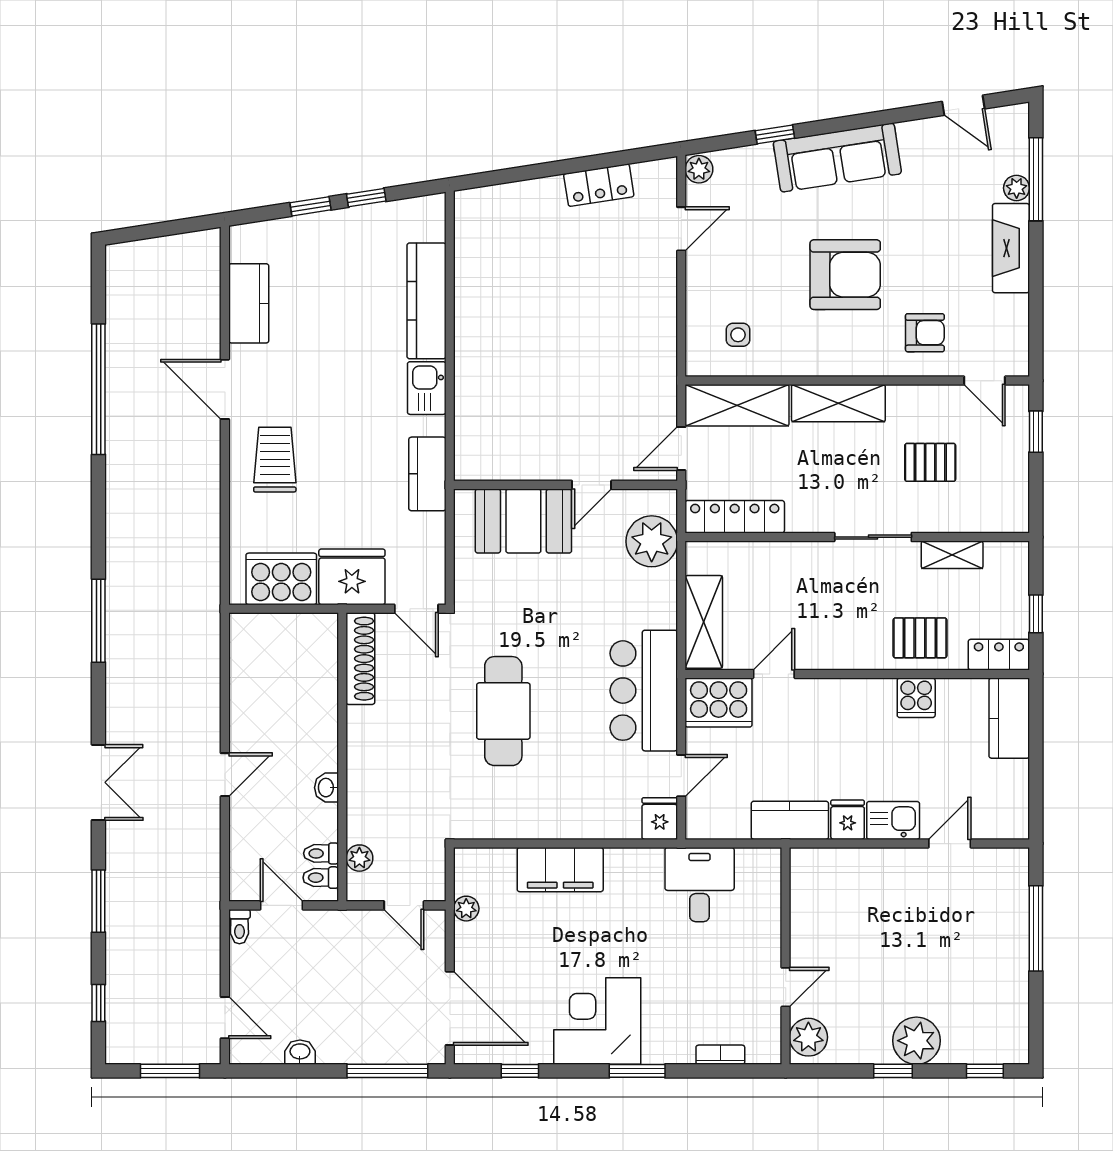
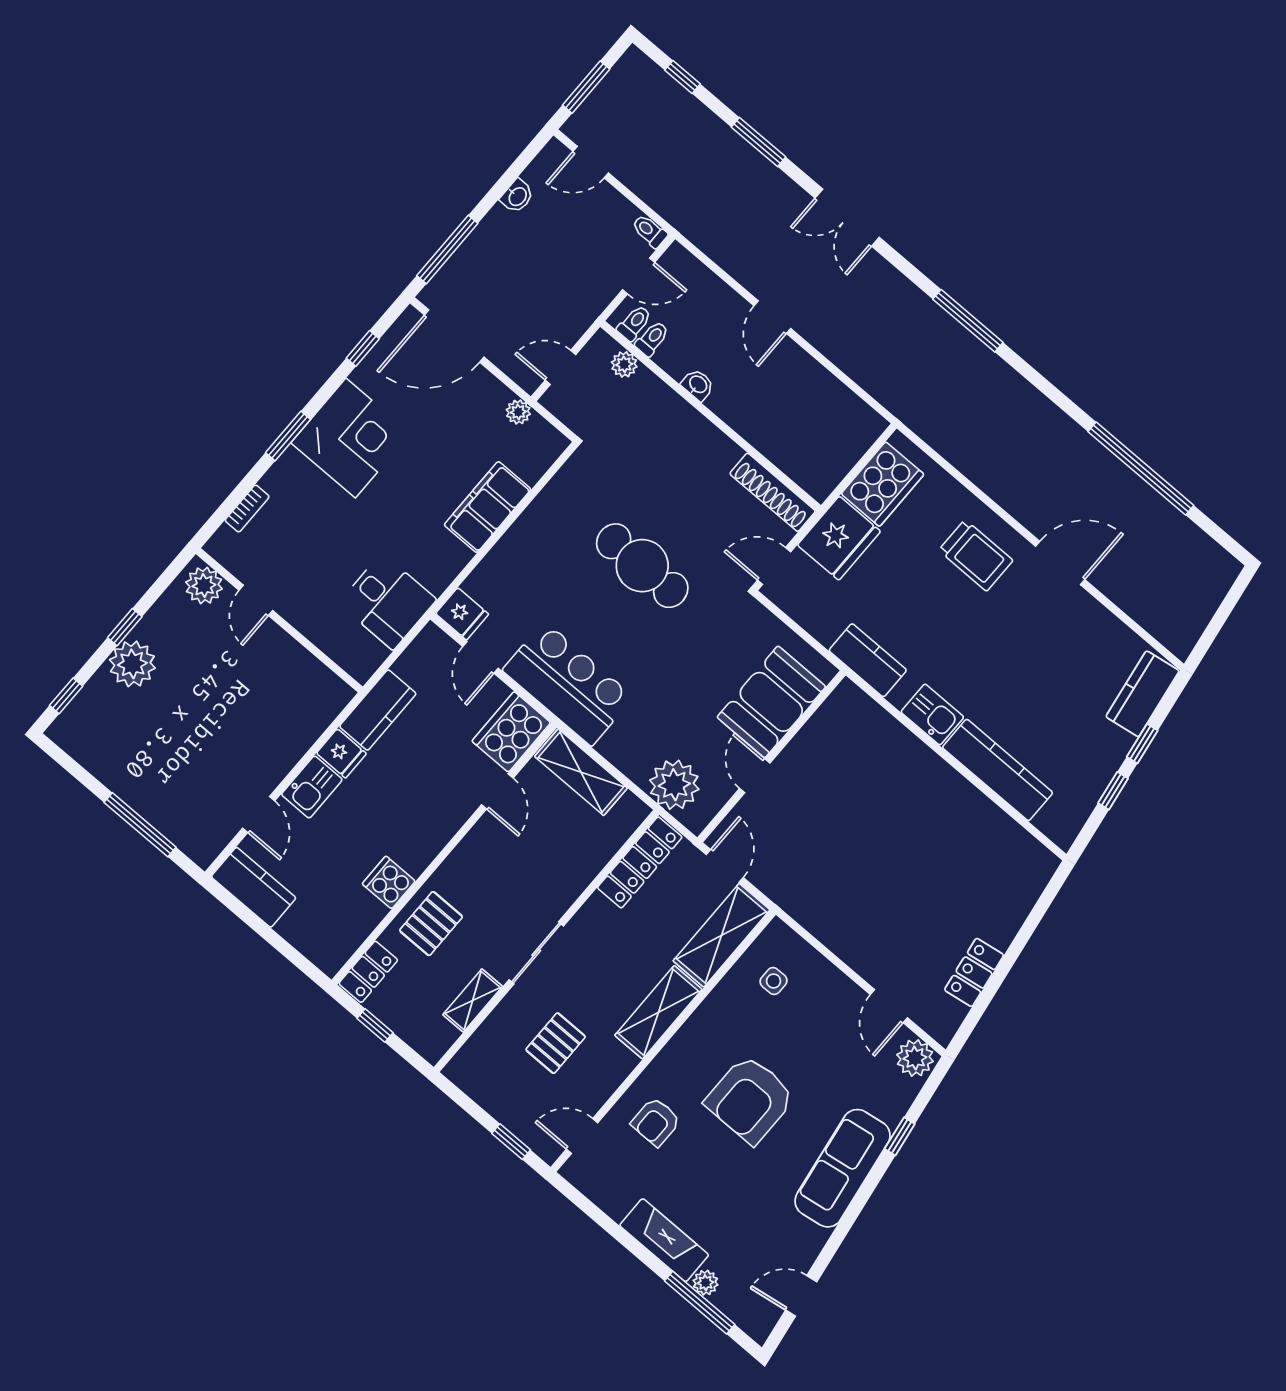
plant: (699, 169) -> (915, 1058), width x1.38, depth x1.38
kitchen counter: (249, 303) -> (1143, 694), moved, turned 81
kitchen counter: (1009, 718) -> (254, 887), moved

